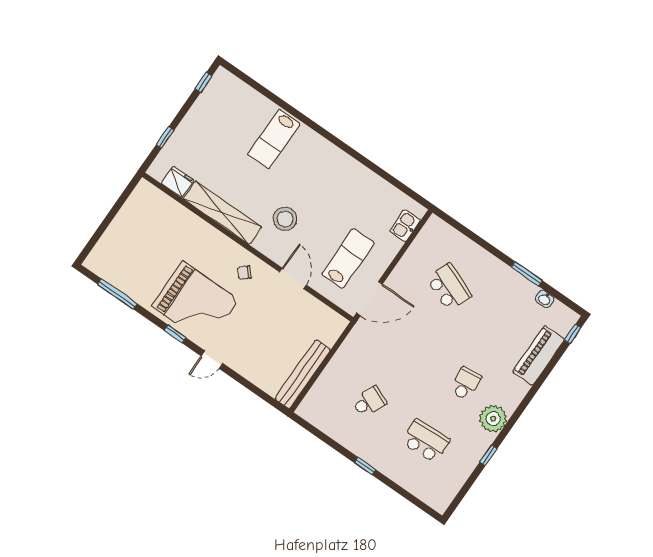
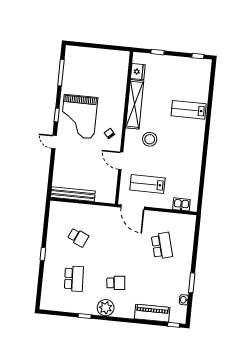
lab bench: (348, 258) -> (147, 184), turned 180
door: (293, 278) -> (121, 161), swing flipped
school desk: (449, 287) -> (162, 246), turned -36

